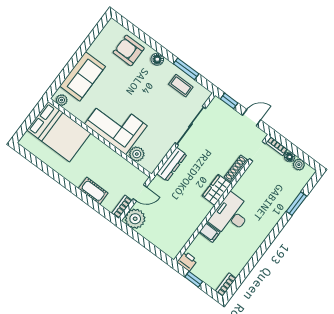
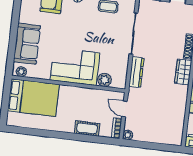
door: (140, 193) -> (125, 109), swing flipped
plant: (135, 219) -> (128, 135), width x0.53, depth x0.53

